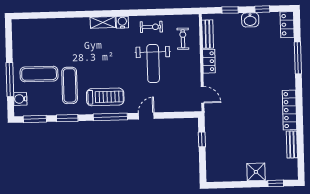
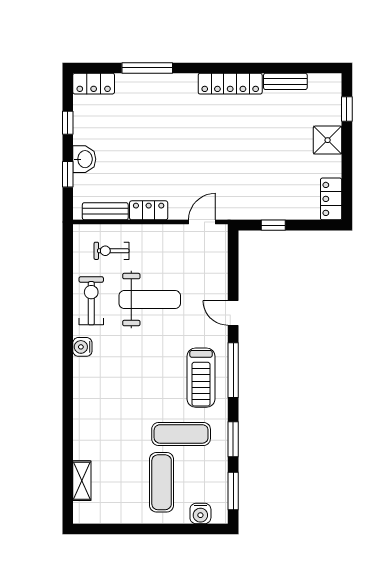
washbasin: (250, 20) -> (84, 159), moved
shelving: (103, 22) -> (82, 481), moved
exercise bike: (151, 27) -> (91, 301), width x1.38, depth x1.39
window: (10, 79) -> (169, 529), removed
treadmill: (105, 97) -> (201, 378), turned 180
locker: (219, 175) -> (331, 199), added

